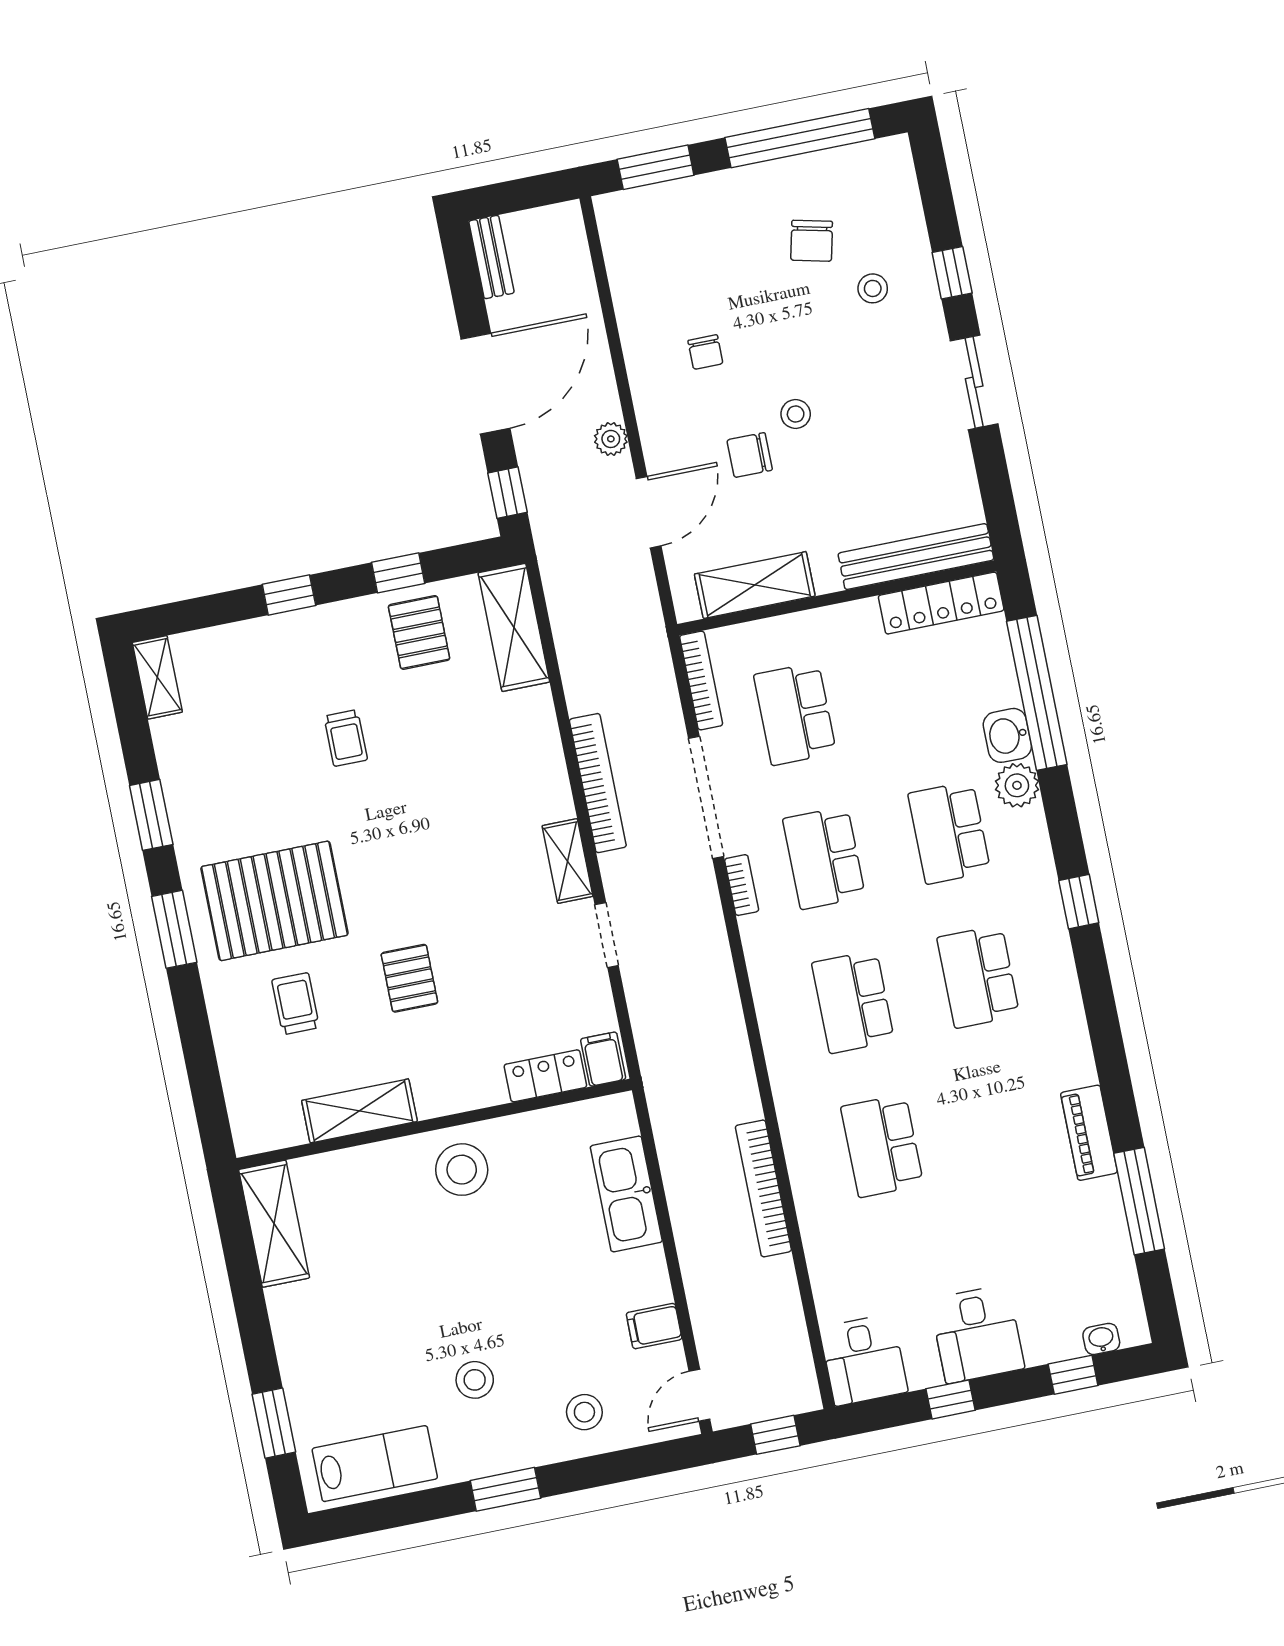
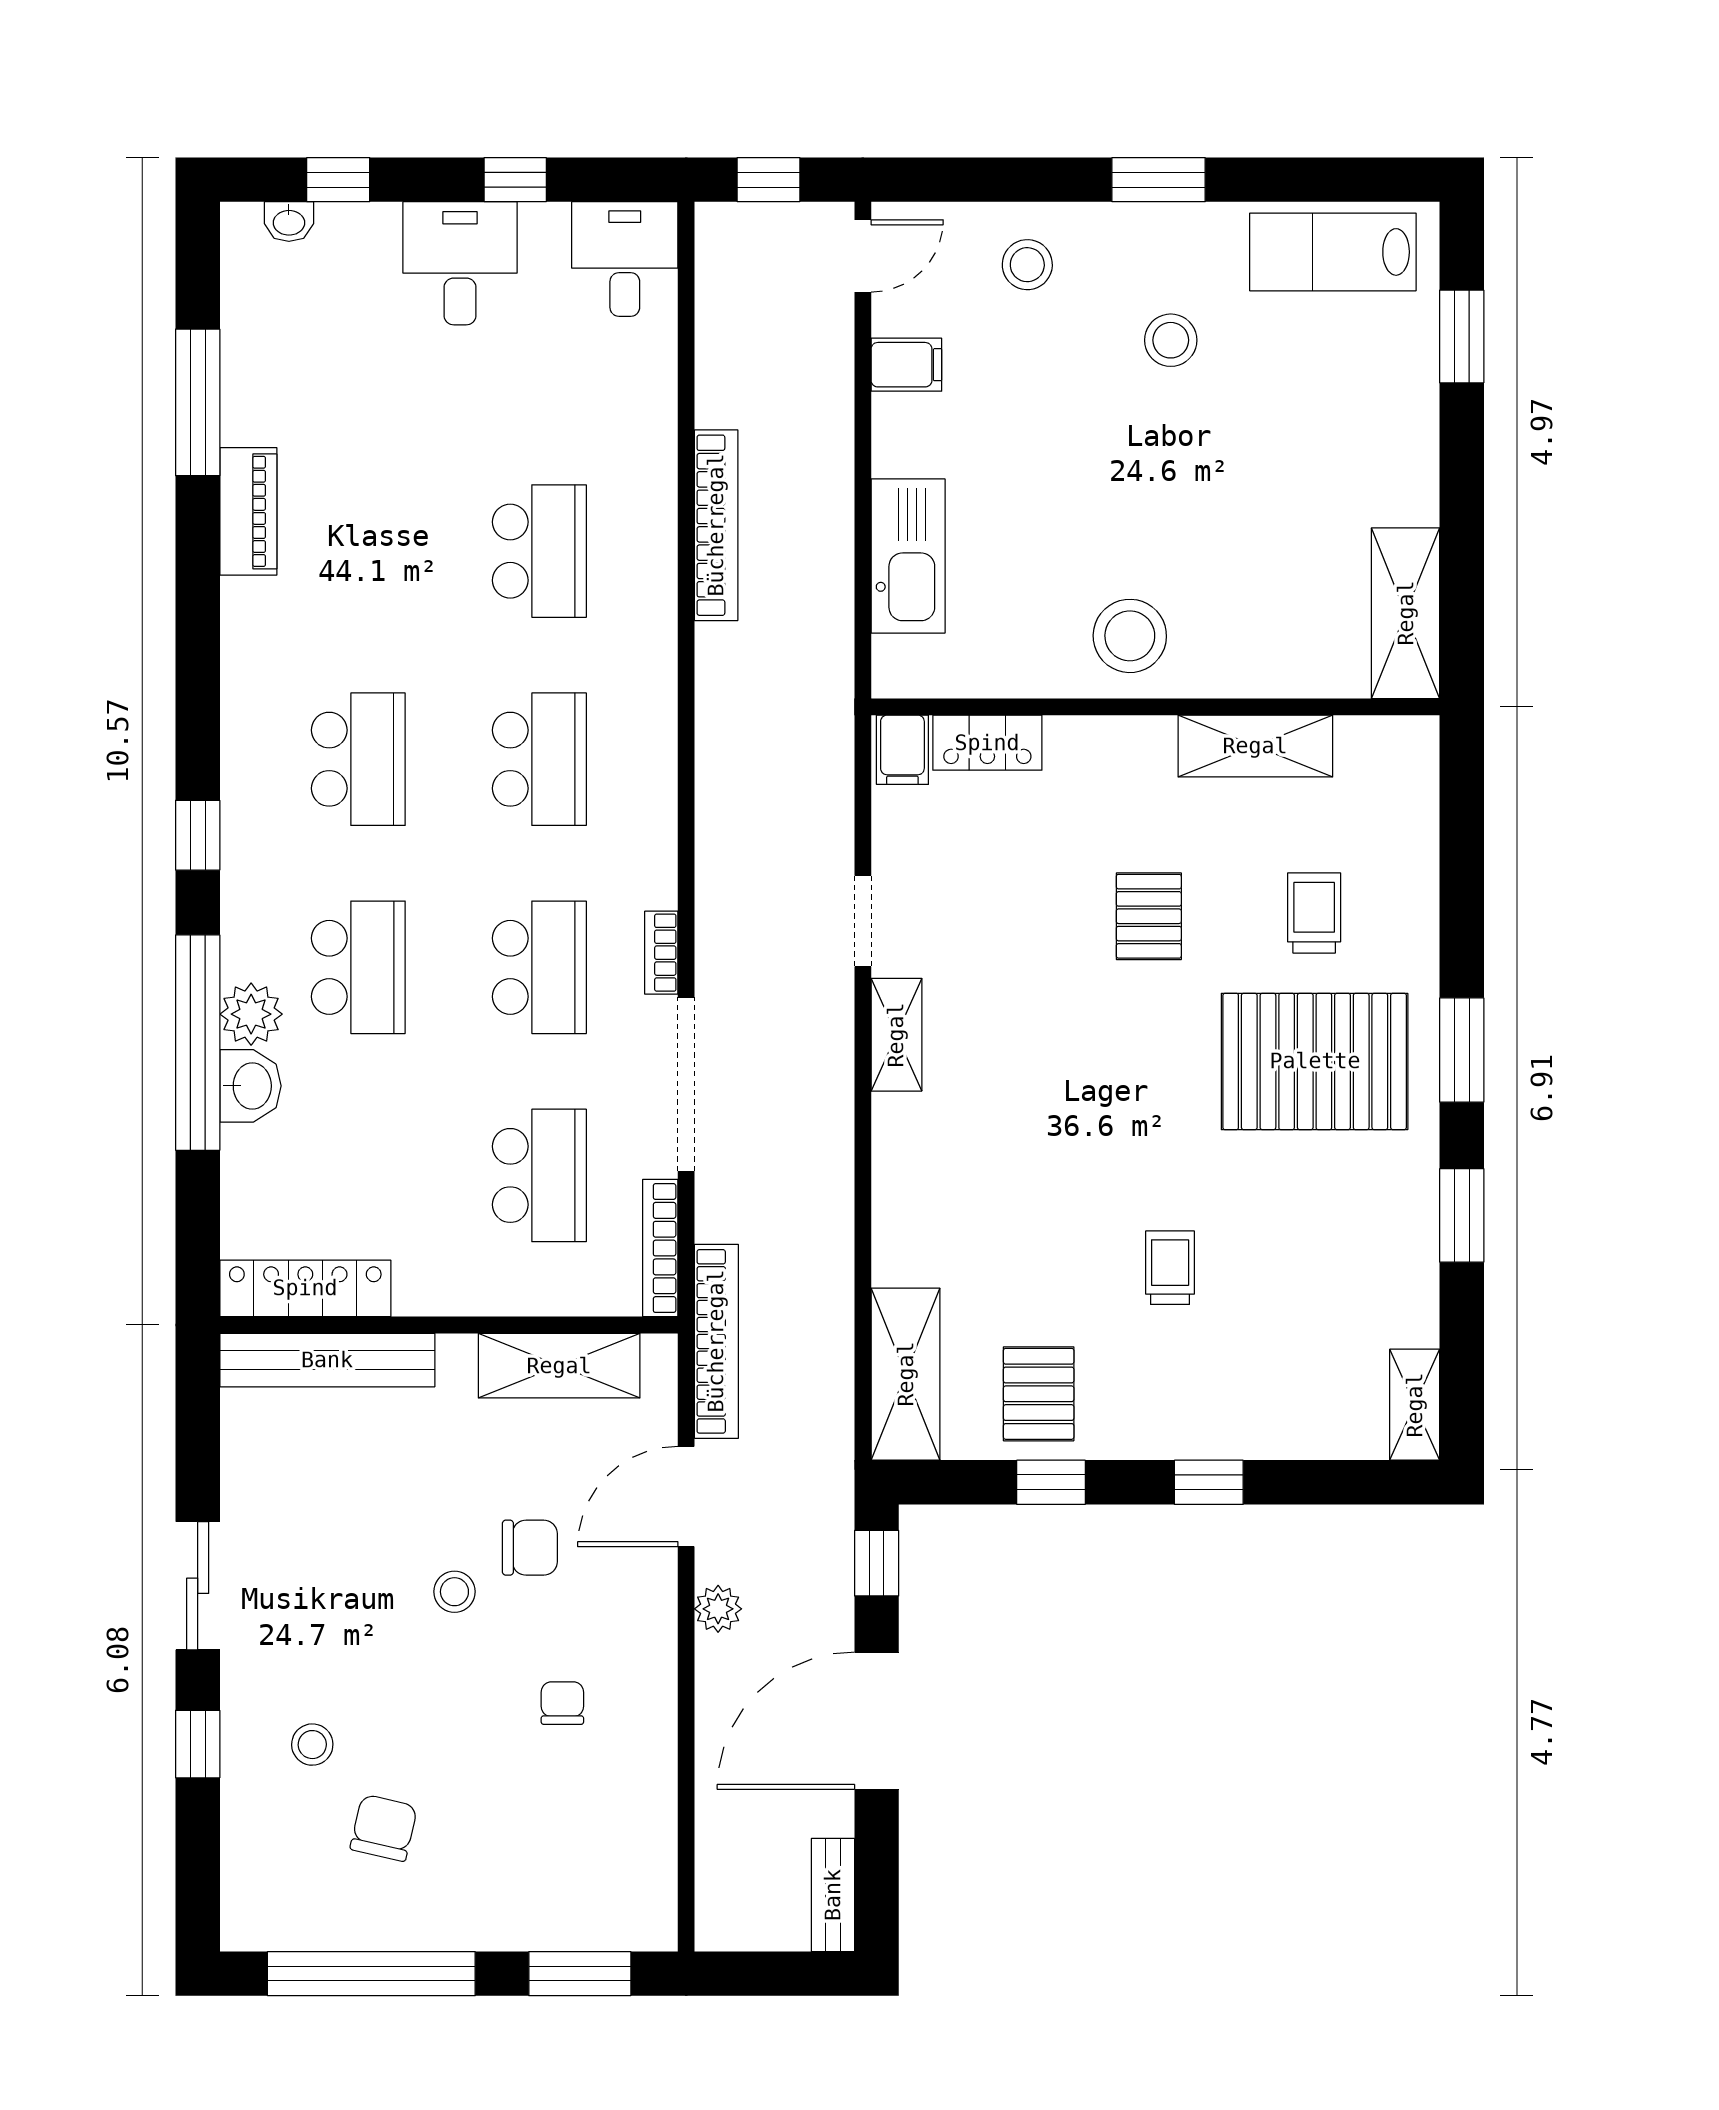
window: (1037, 693) -> (198, 1043), moved
bookcase: (598, 783) -> (716, 1341), moved, turned 180
trolley: (295, 1004) -> (1314, 913), turned 180

